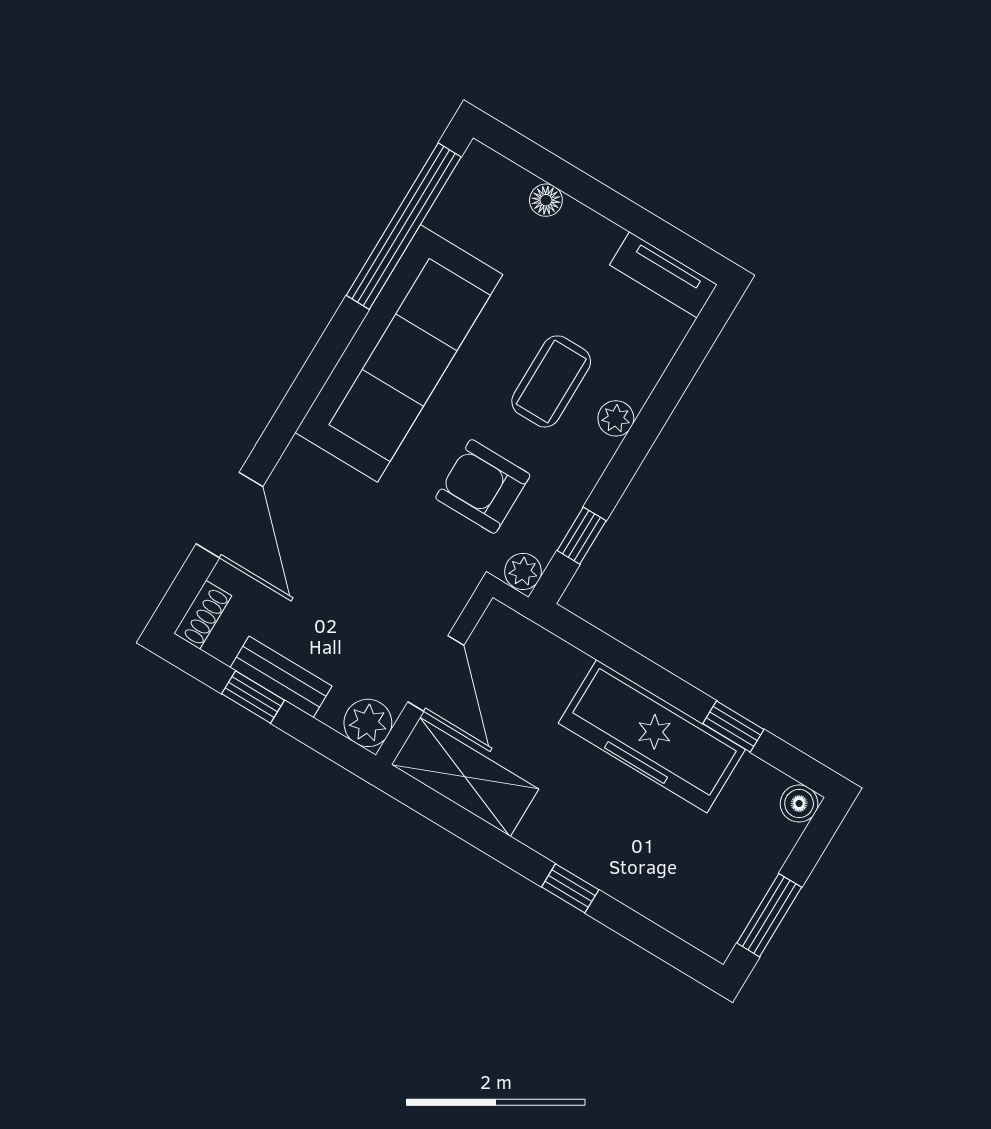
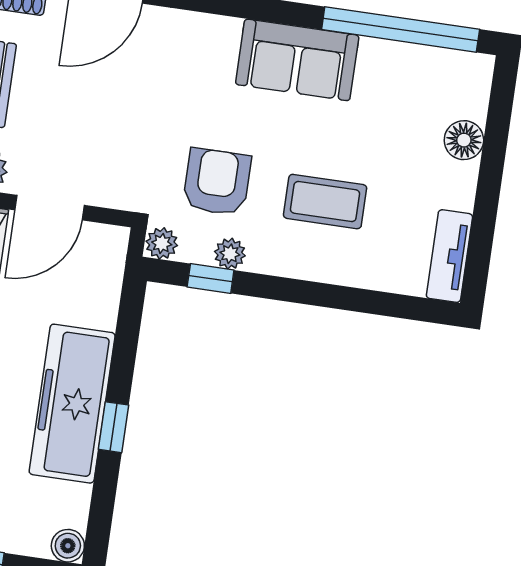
floor lamp: (546, 200) -> (464, 140), width x1.37, depth x1.37
sofa: (399, 353) -> (297, 60), width x0.54, depth x0.79
plant: (616, 418) -> (230, 254), moved
window: (733, 726) -> (114, 427), moved

